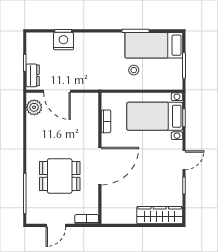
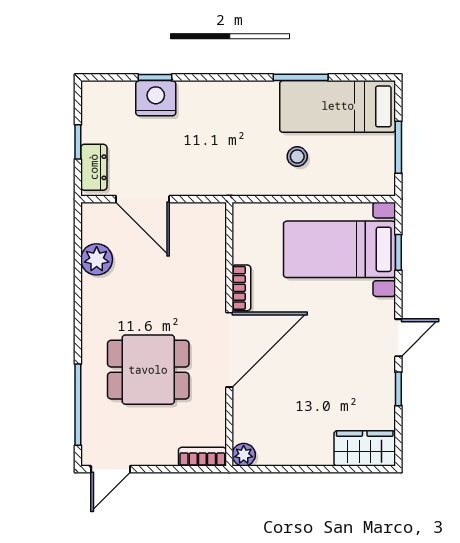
plant: (34, 107) -> (97, 259), moved
bookcase: (106, 121) -> (241, 288), moved
wardrobe: (160, 215) -> (365, 448), width x0.67
plant: (107, 218) -> (244, 455), added
door: (56, 225) -> (111, 469), moved

